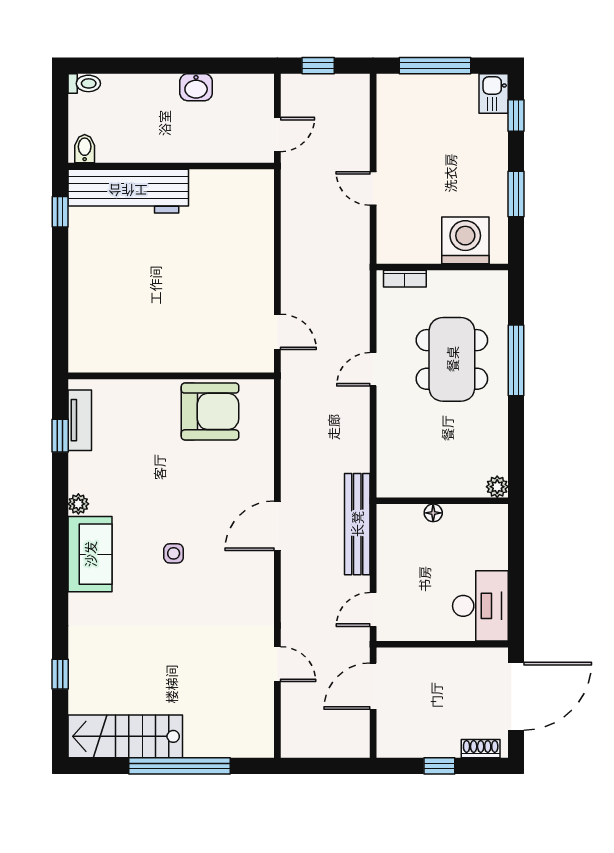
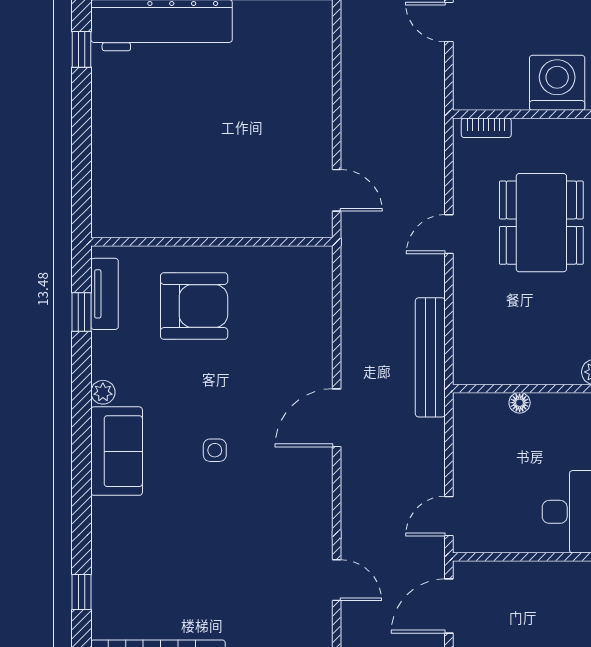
armchair: (210, 411) -> (194, 306), moved
bench: (357, 524) -> (430, 357), moved

